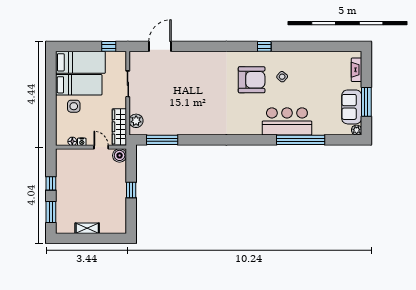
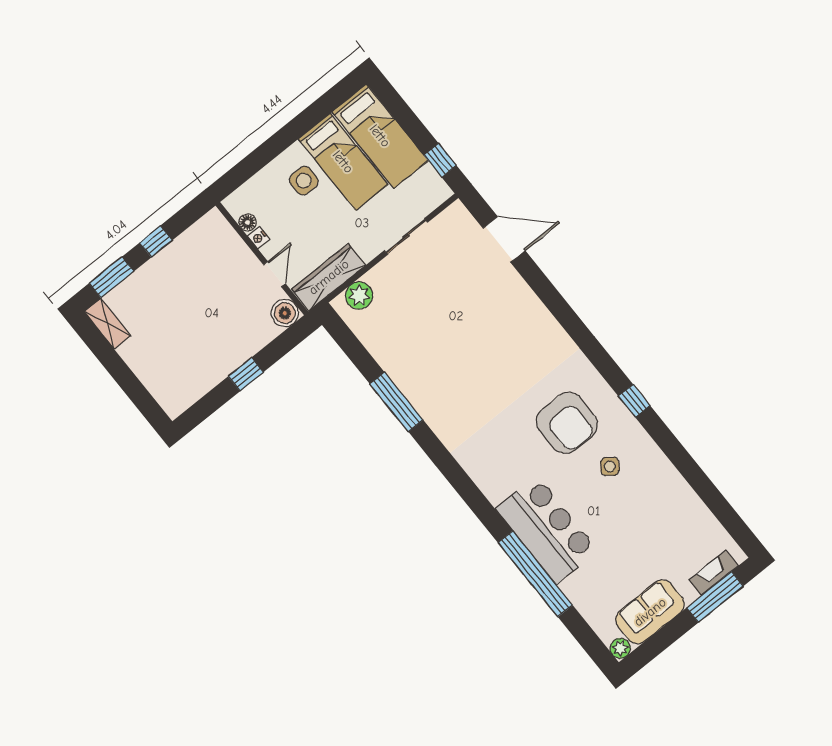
window: (366, 102) -> (715, 597), moved
window: (162, 140) -> (396, 402), moved
shelving: (87, 228) -> (107, 324), moved

